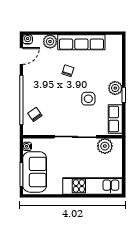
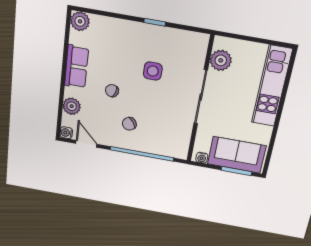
row of seats: (81, 42) -> (77, 67), width x0.68
plant: (115, 88) -> (80, 21), moved
chair: (35, 114) -> (129, 124), moved
row of seats: (115, 119) -> (186, 40), removed

